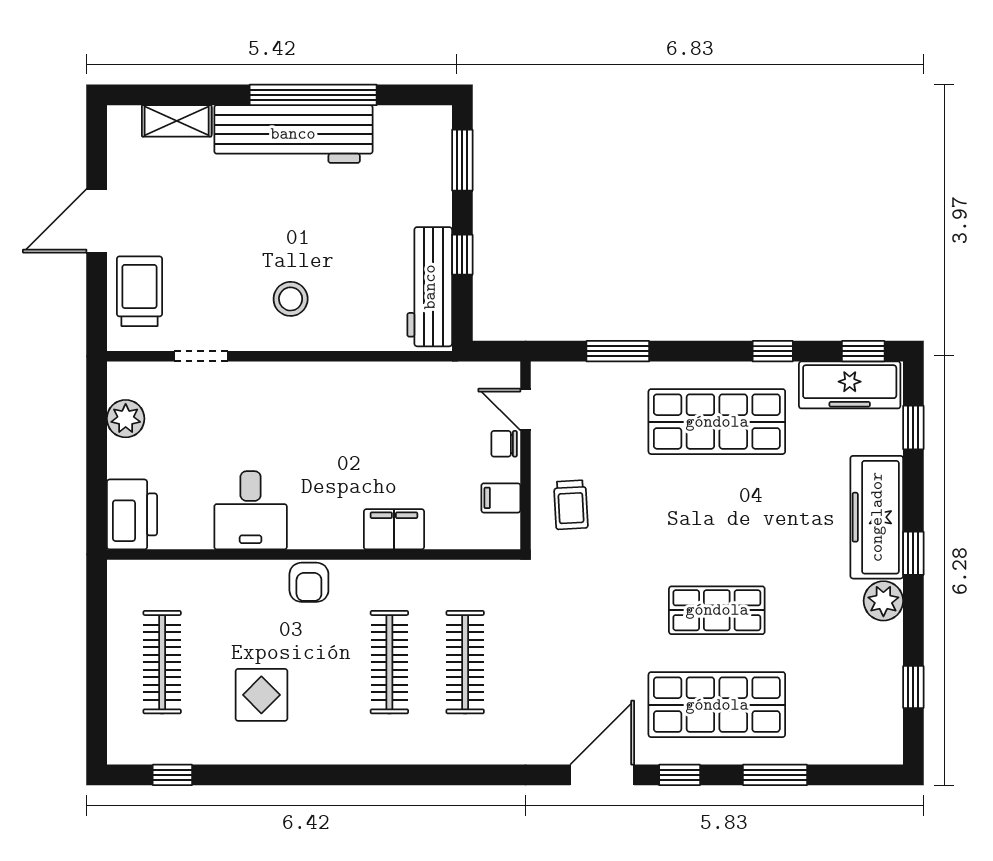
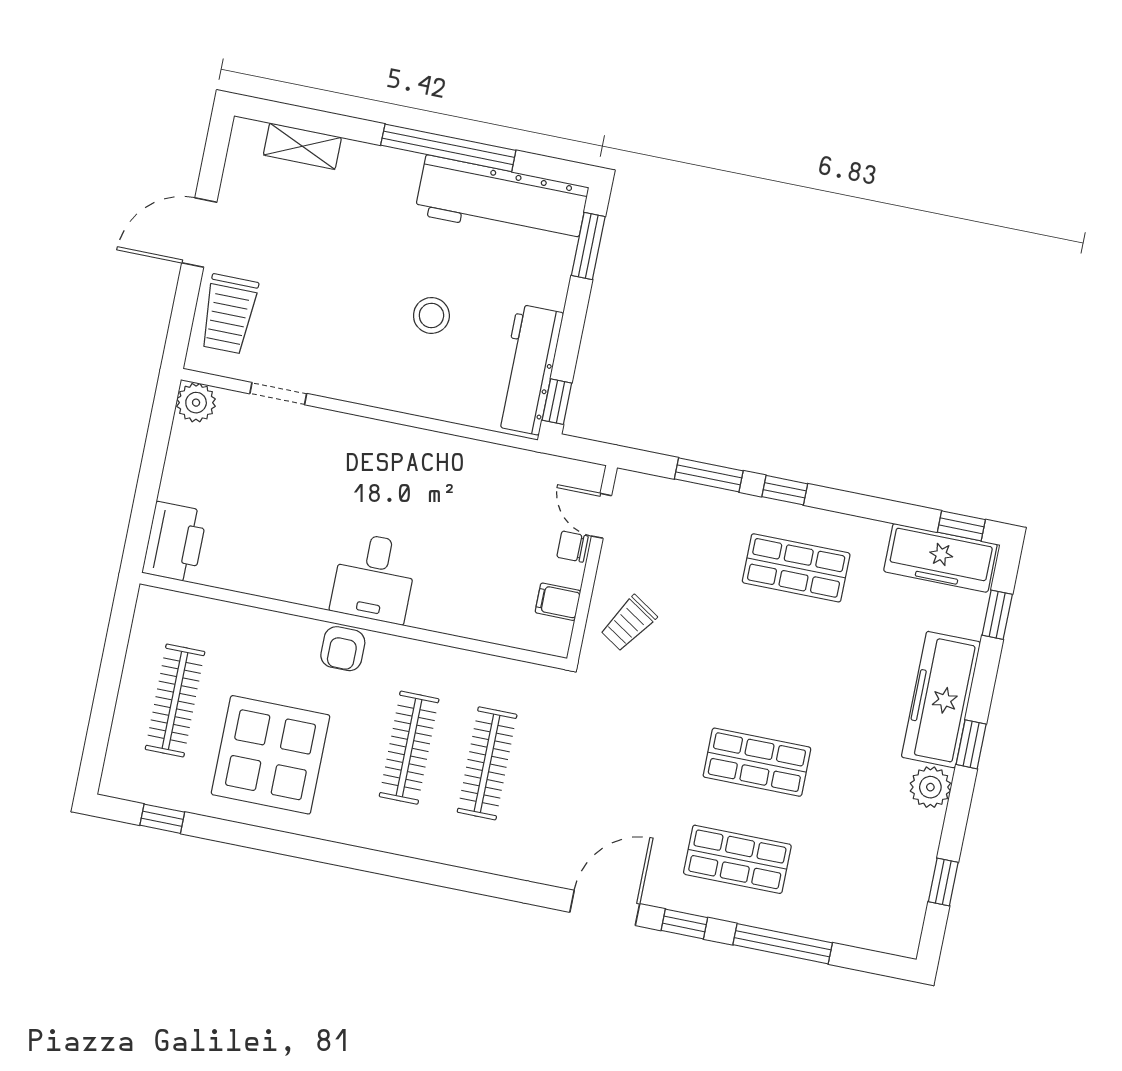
workbench: (293, 134) -> (502, 200), moved
window: (462, 255) -> (557, 402), moved
trolley: (139, 291) -> (229, 314), turned 180
stool: (291, 299) -> (431, 315), moved
window: (773, 351) -> (785, 490), moved
plant: (126, 419) -> (196, 403), moved
shop shelf: (717, 422) -> (796, 568), width x0.70, depth x0.74
trolley: (571, 505) -> (629, 623), turned 36
desk: (251, 510) -> (374, 578), moved
filing cabinet: (394, 529) -> (441, 612), removed
display table: (261, 695) -> (271, 755), width x1.86, depth x1.86
shop shelf: (717, 705) -> (737, 859), width x0.70, depth x0.74
window: (775, 775) -> (783, 944), width x1.44

